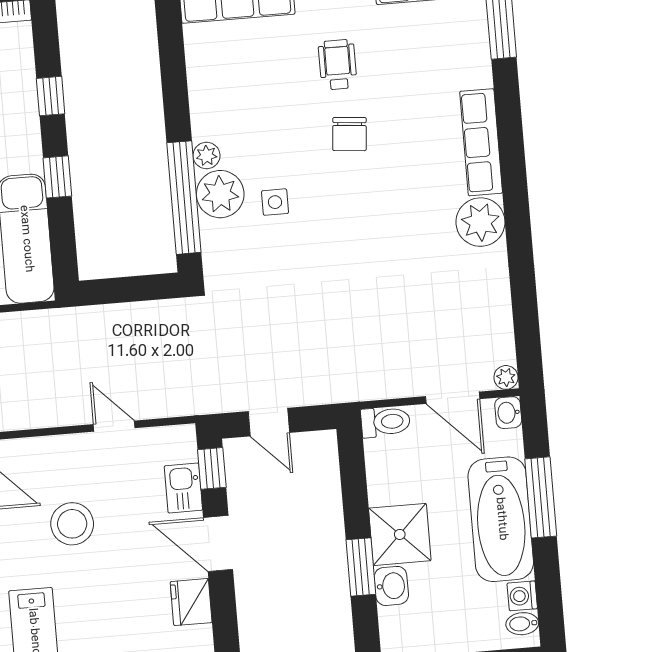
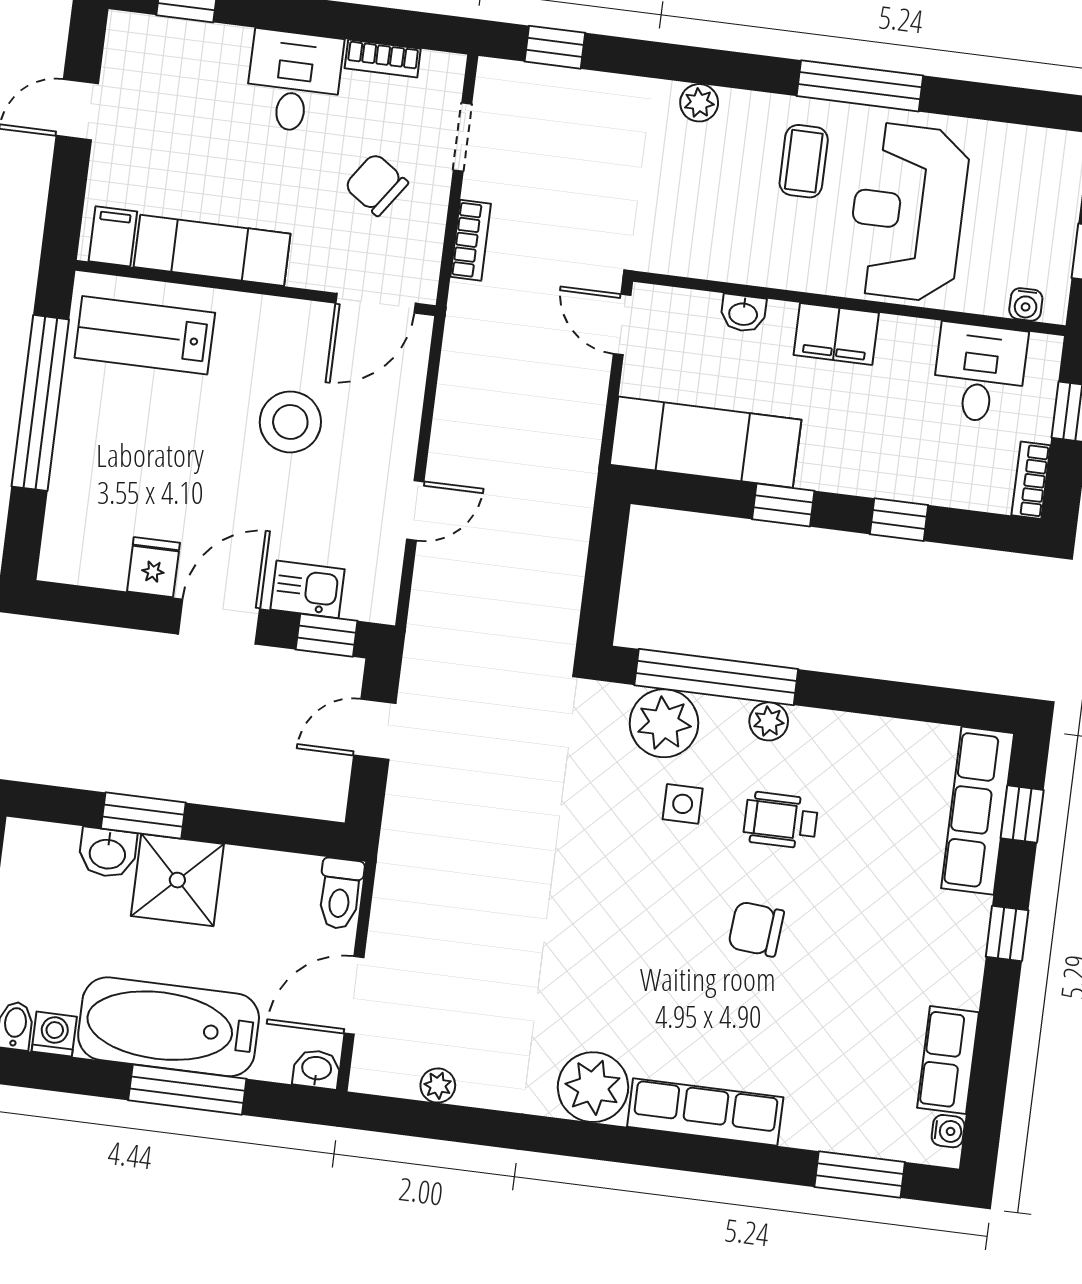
wheelchair: (338, 65) -> (781, 820), moved, turned 180
plant: (220, 194) -> (664, 723), moved
plant: (506, 377) -> (438, 1086), moved
fridge: (191, 602) -> (153, 567), width x0.72

